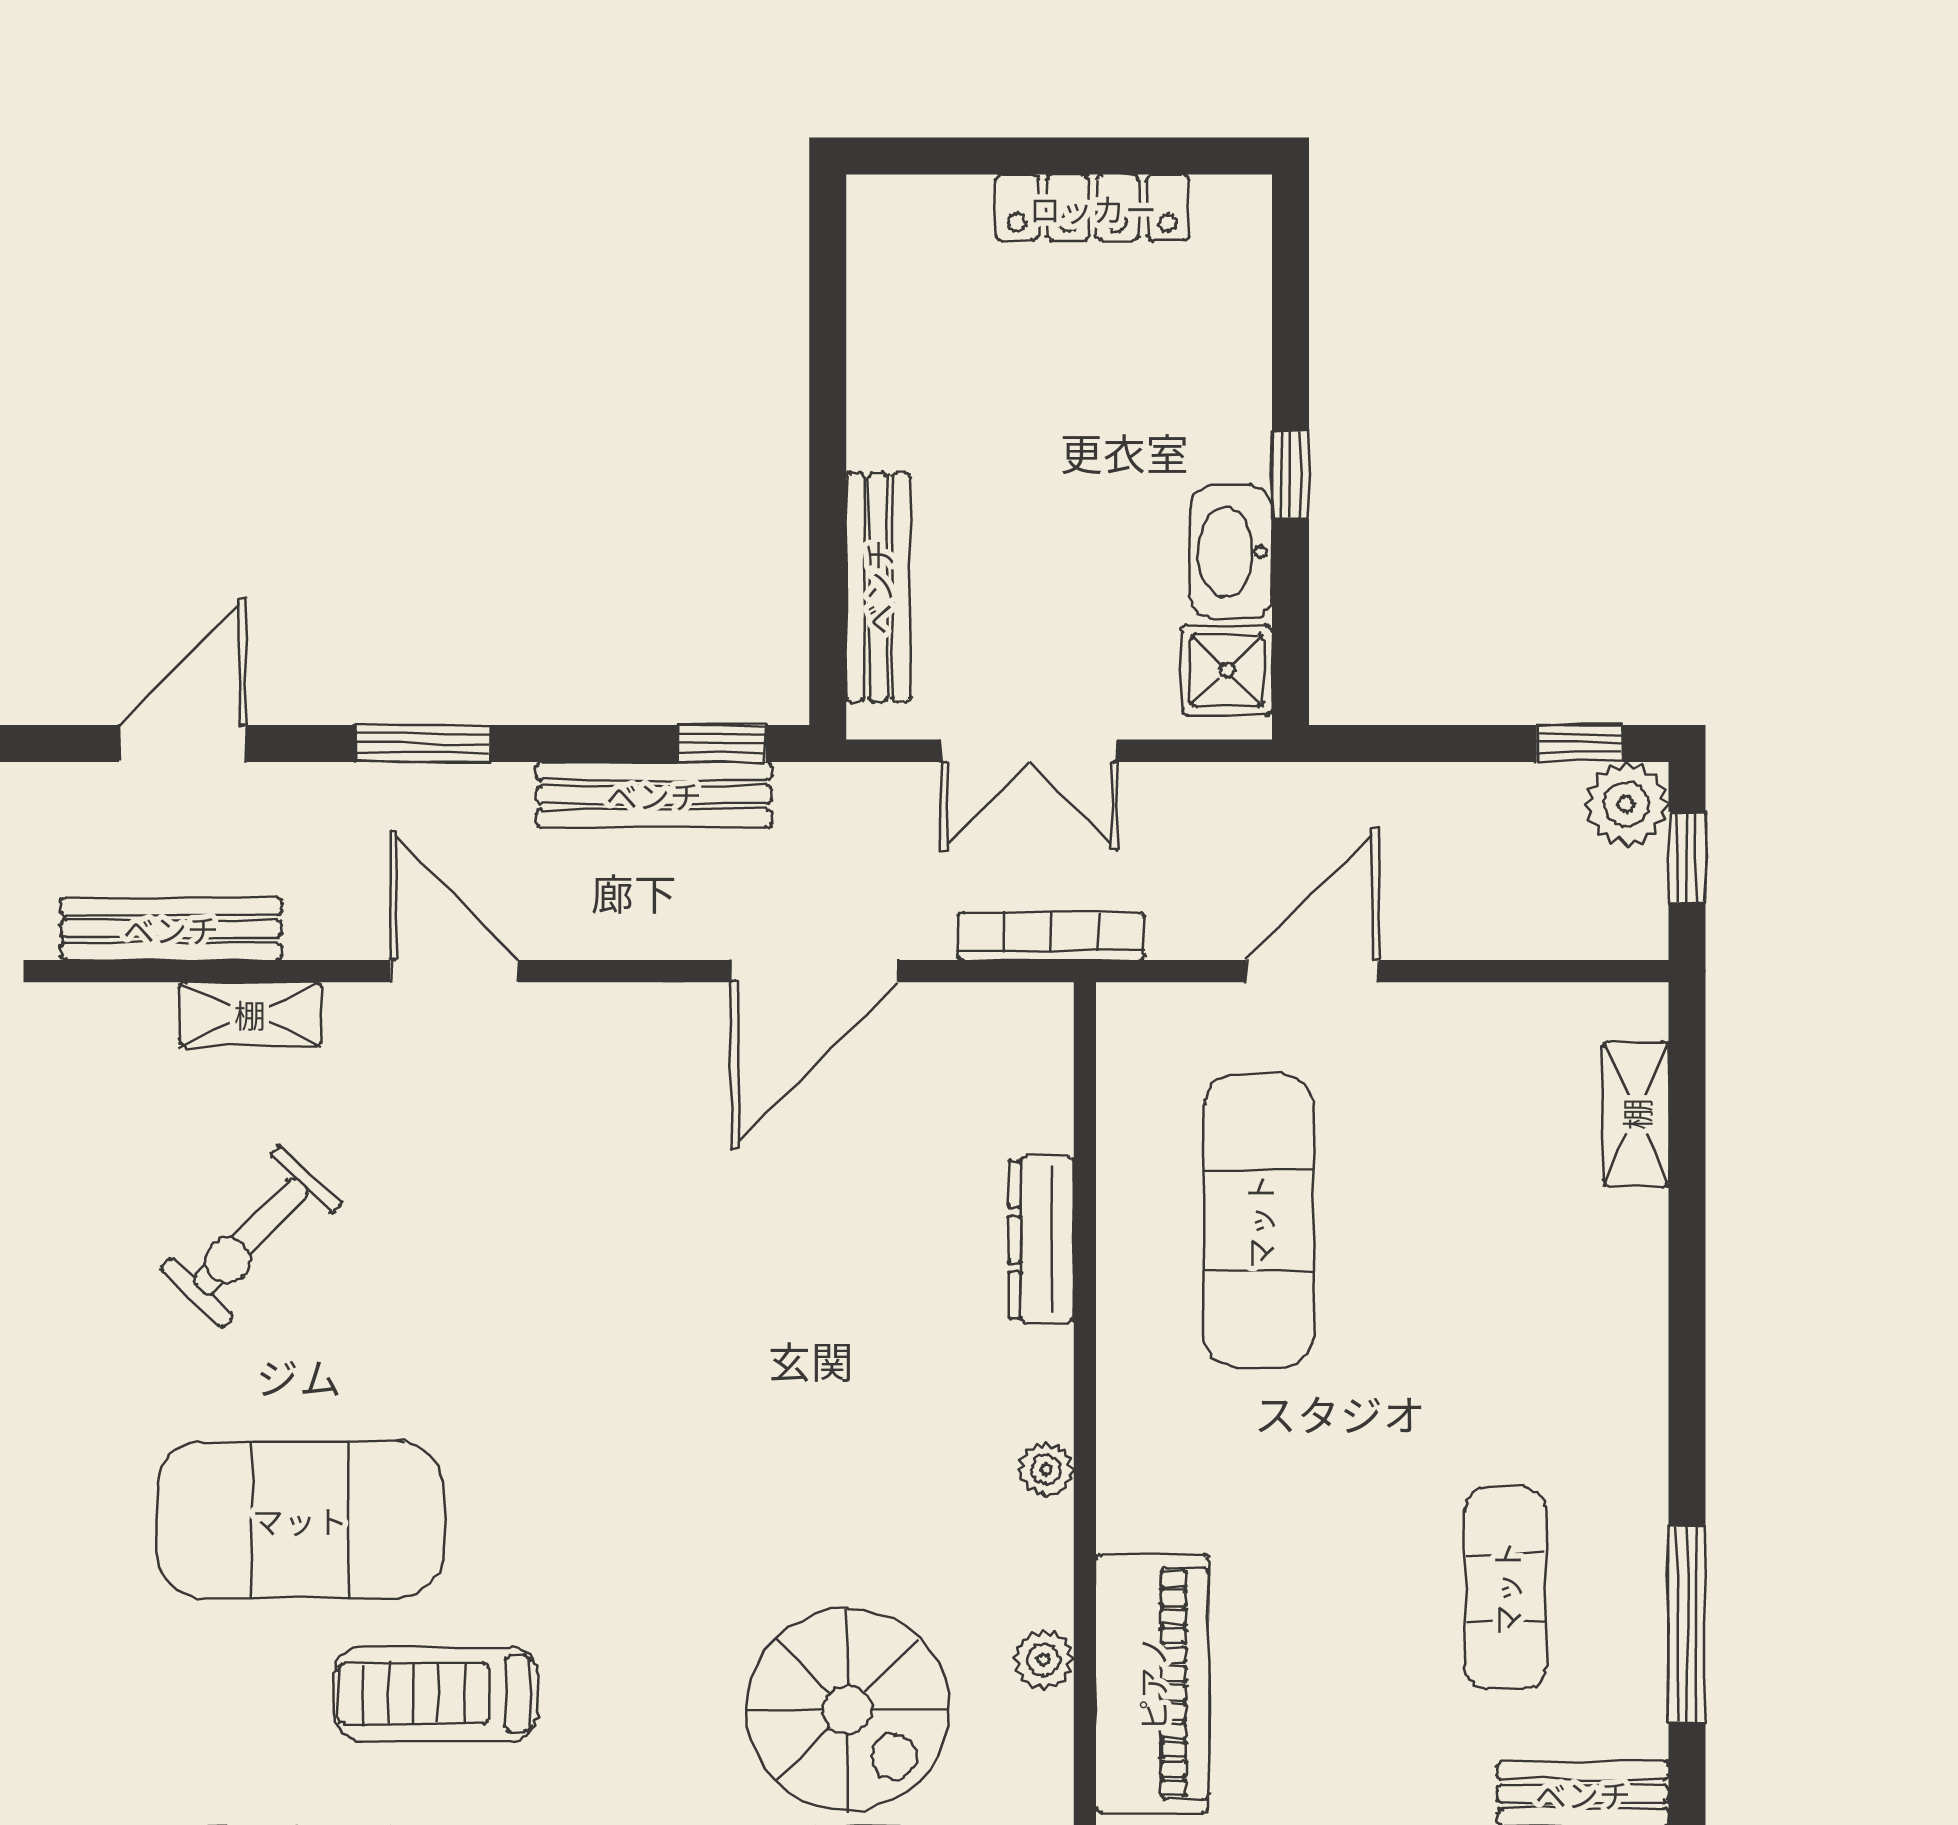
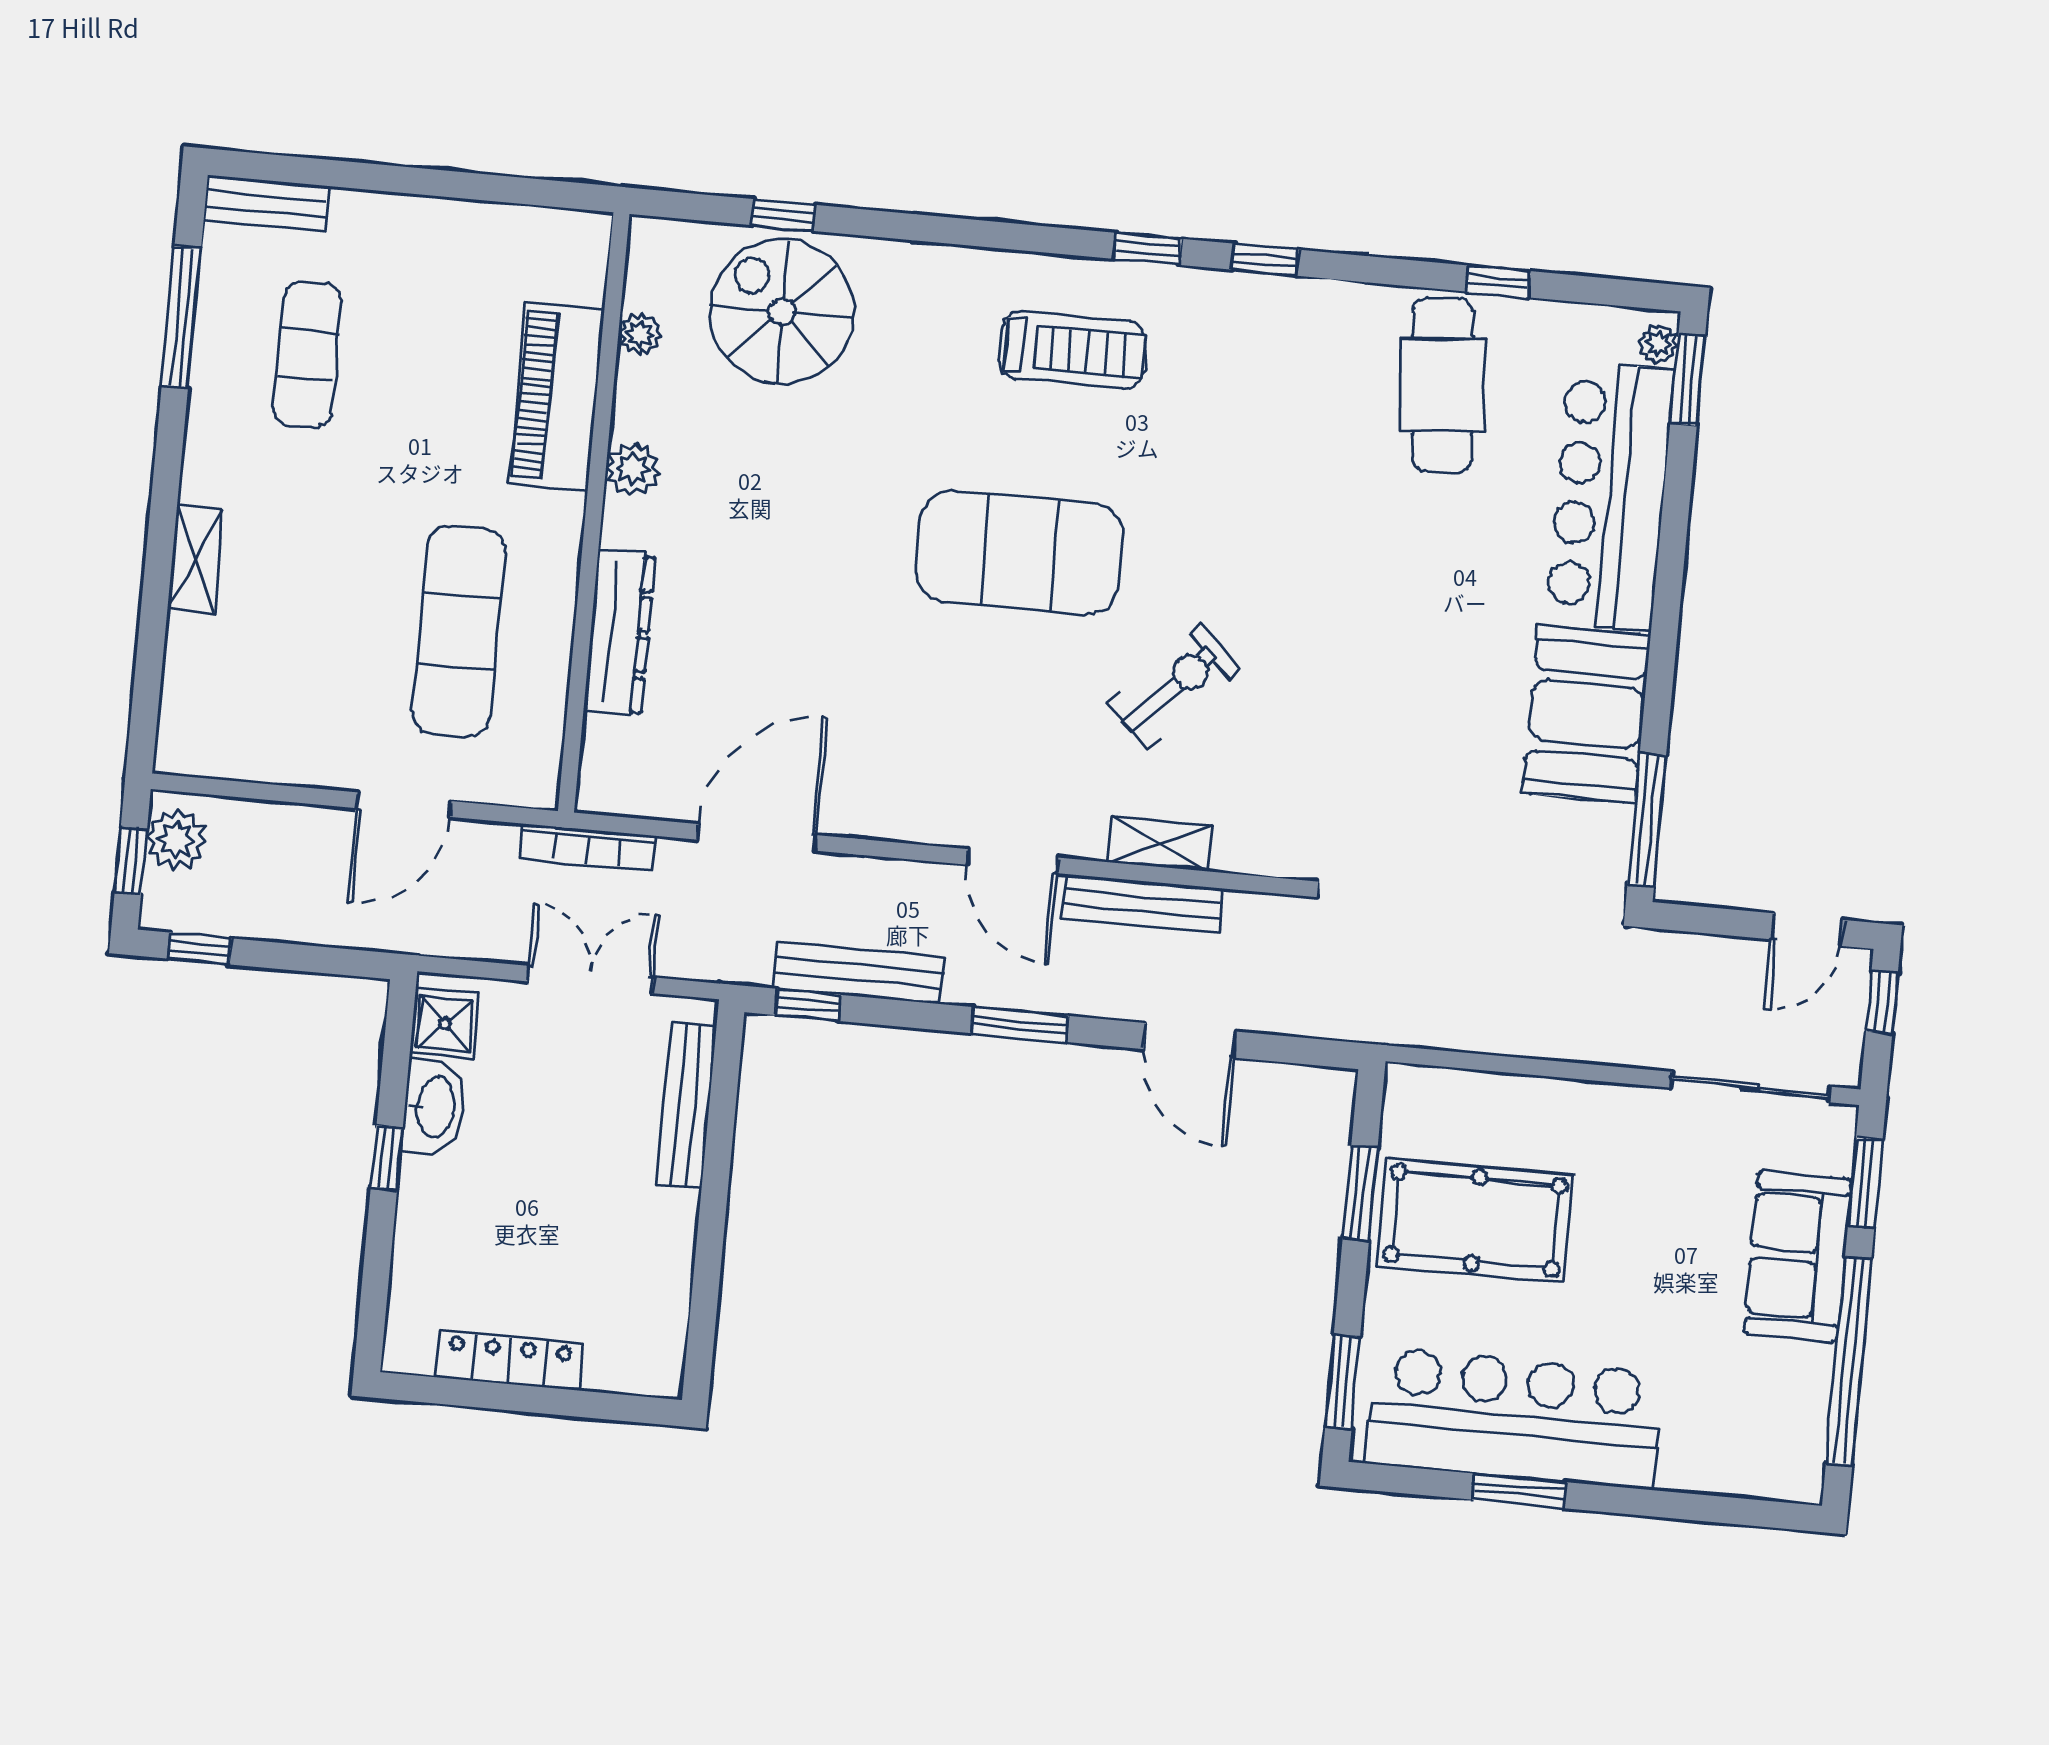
door: (183, 743) -> (1190, 1040), hinge flipped
plant: (1626, 804) -> (176, 840), moved
bench: (171, 929) -> (1142, 903), moved
shelving: (1636, 1114) -> (195, 559), moved
dresser: (1041, 1240) -> (619, 633), width x1.37, depth x1.24
plant: (1046, 1470) -> (633, 469), width x1.38, depth x1.38
exercise mat: (300, 1520) -> (1019, 552), moved
piano: (1152, 1683) -> (556, 397), moved

